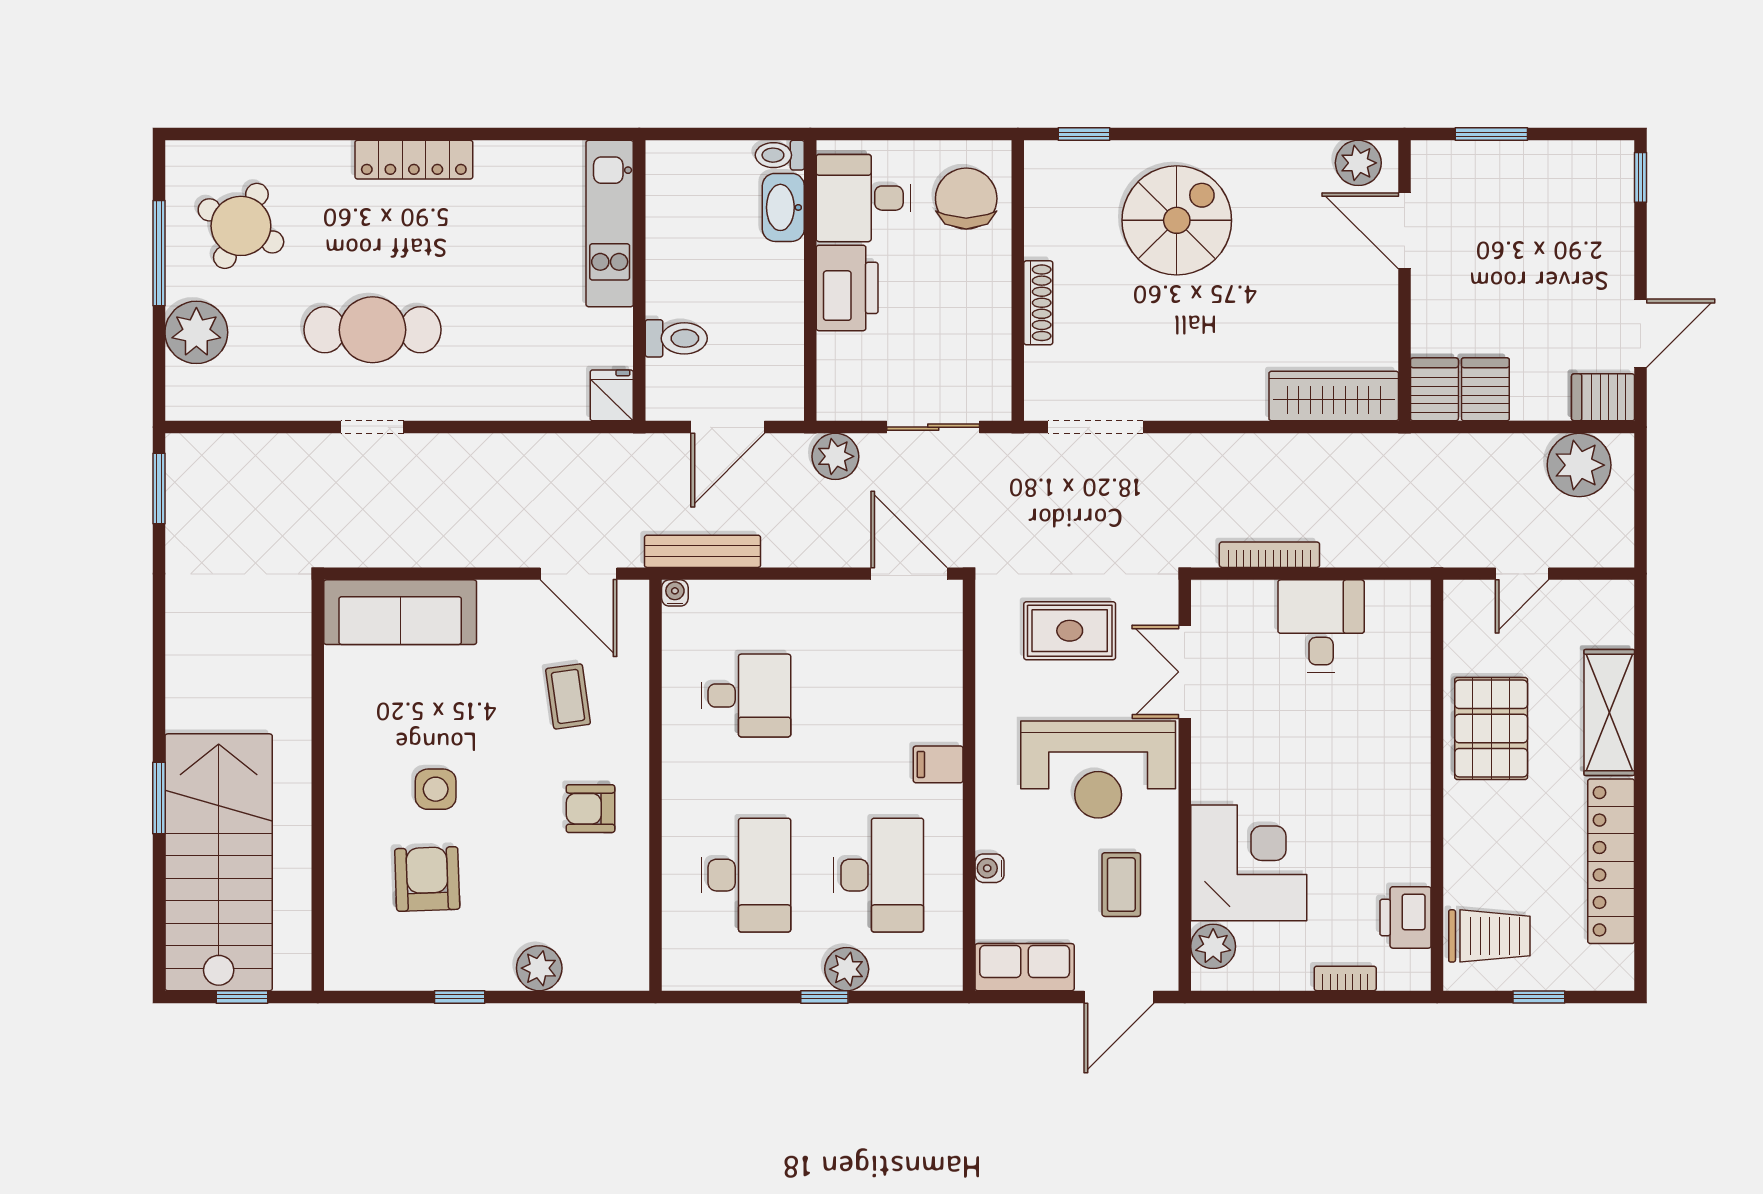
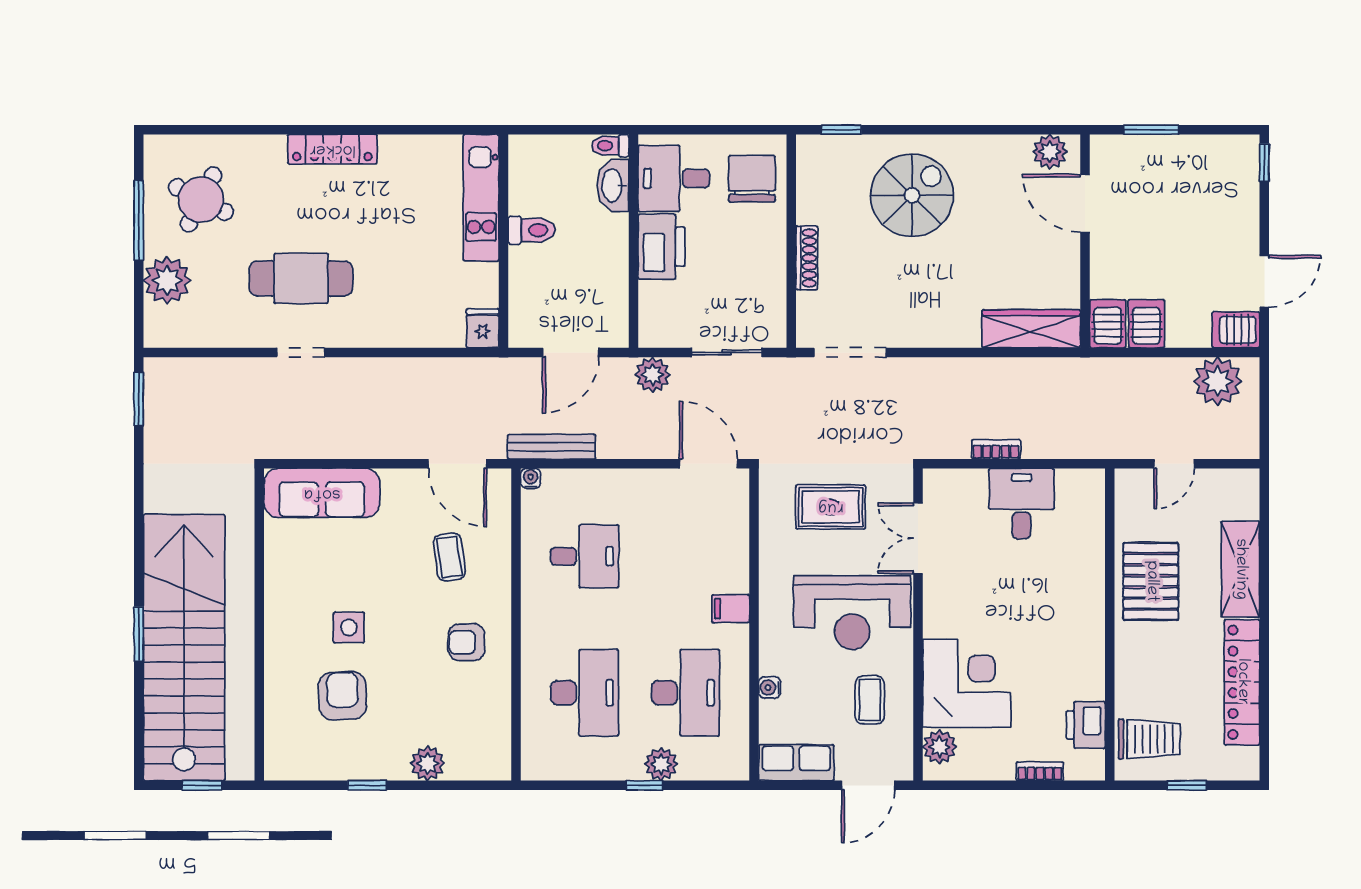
toilet: (676, 338) -> (532, 230), moved
bookcase: (1269, 555) -> (996, 449), width x0.64
stairs: (219, 862) -> (184, 648), width x1.36

